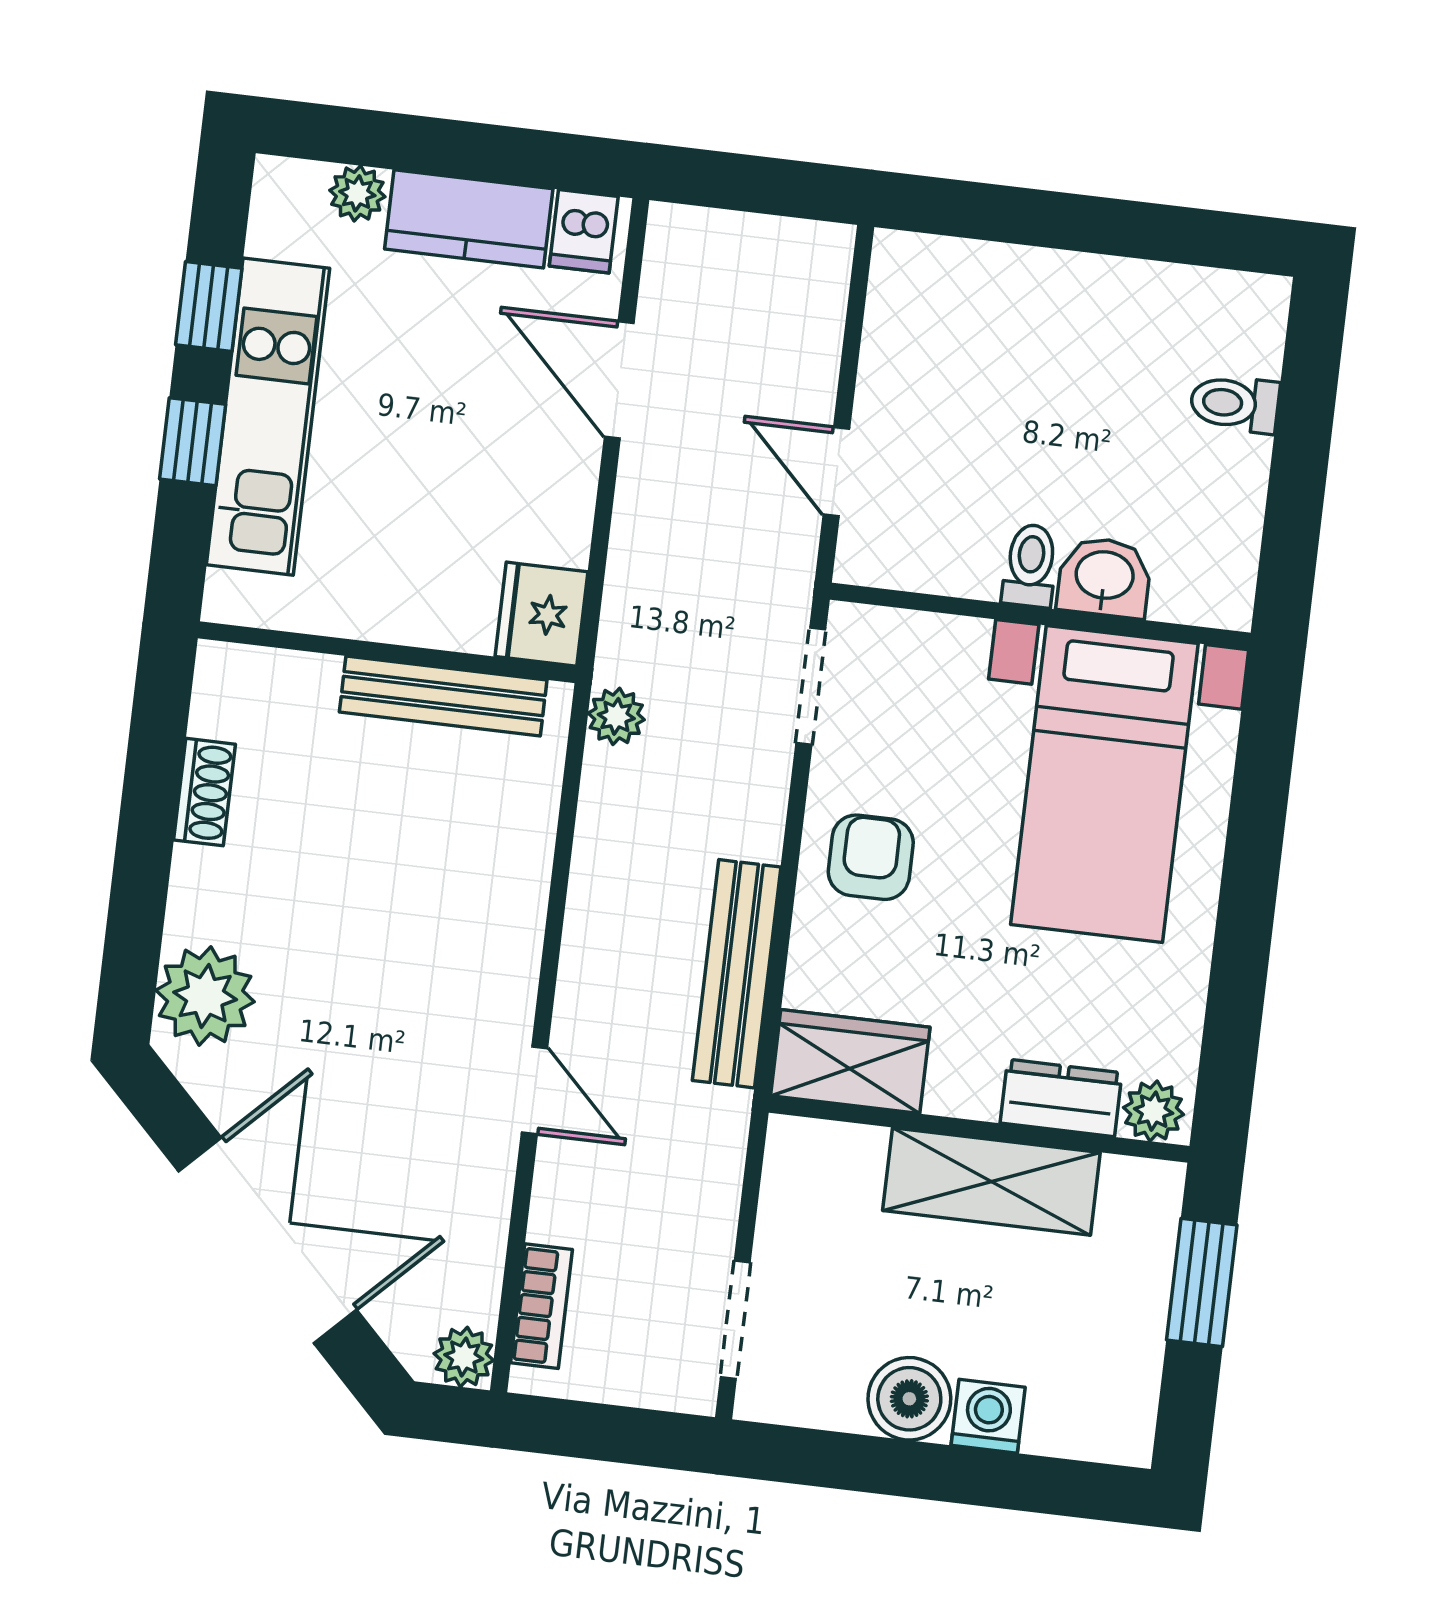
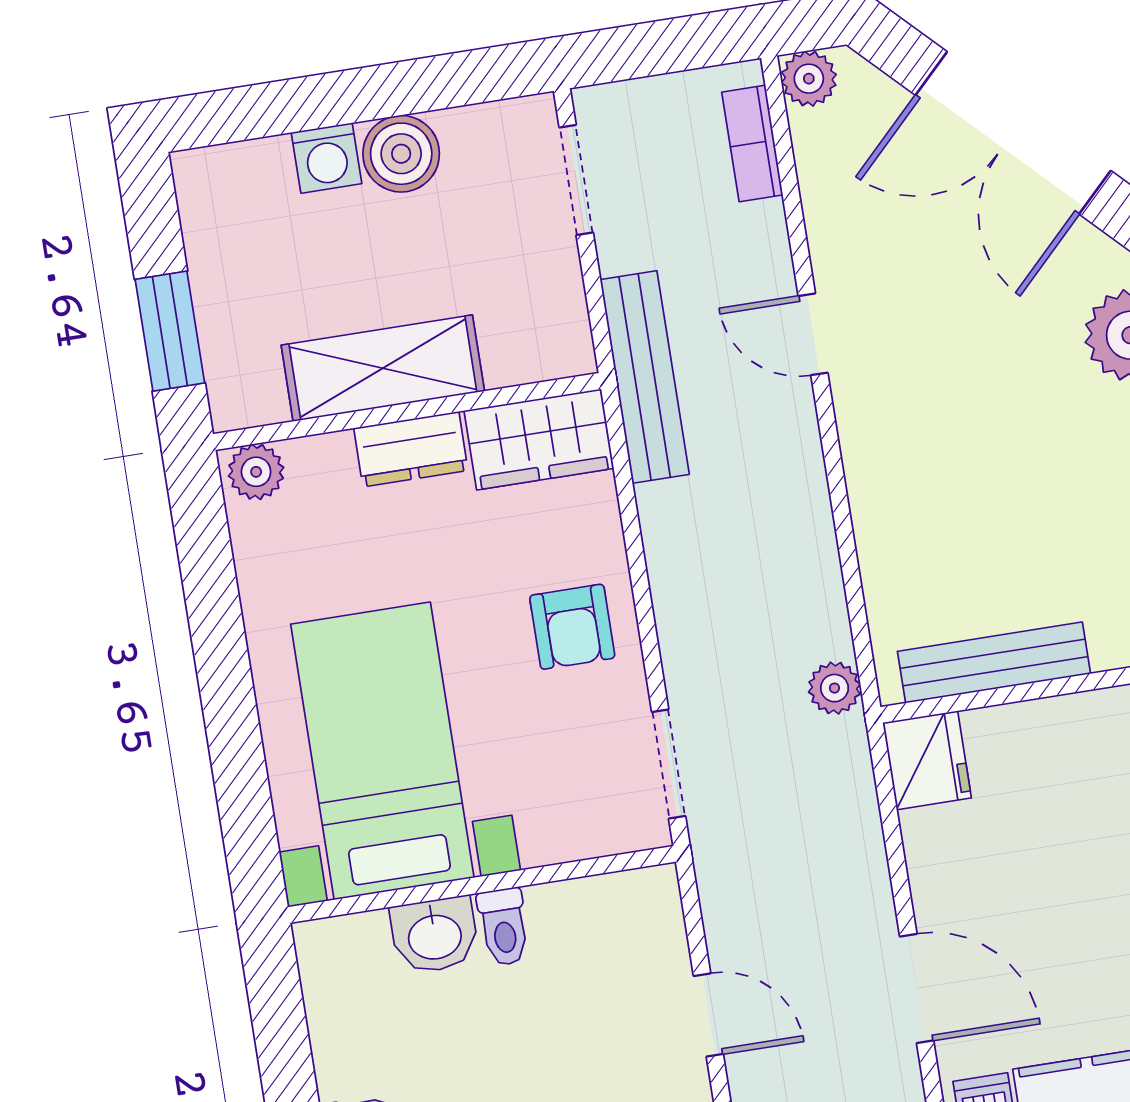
door: (836, 472) -> (708, 1015), moved
bench: (737, 974) -> (645, 377), moved
dresser: (1061, 1098) -> (411, 449), moved

